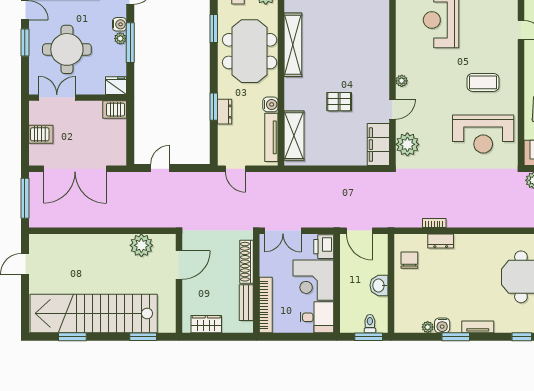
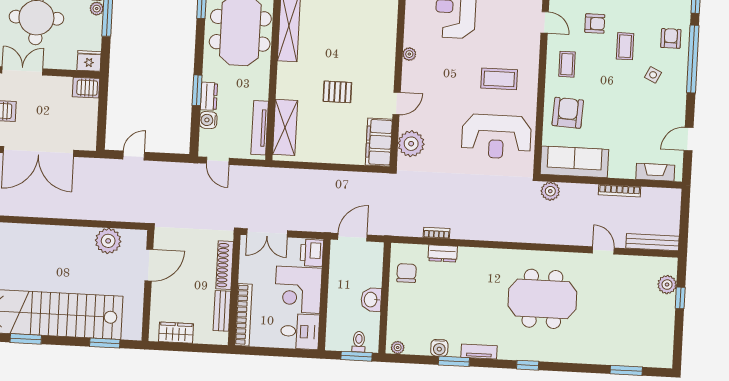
plant: (402, 81) -> (409, 54), moved
water cooler: (270, 104) -> (208, 120), moved, turned 180
door: (359, 231) -> (352, 237), swing flipped
plant: (428, 327) -> (398, 348), moved

